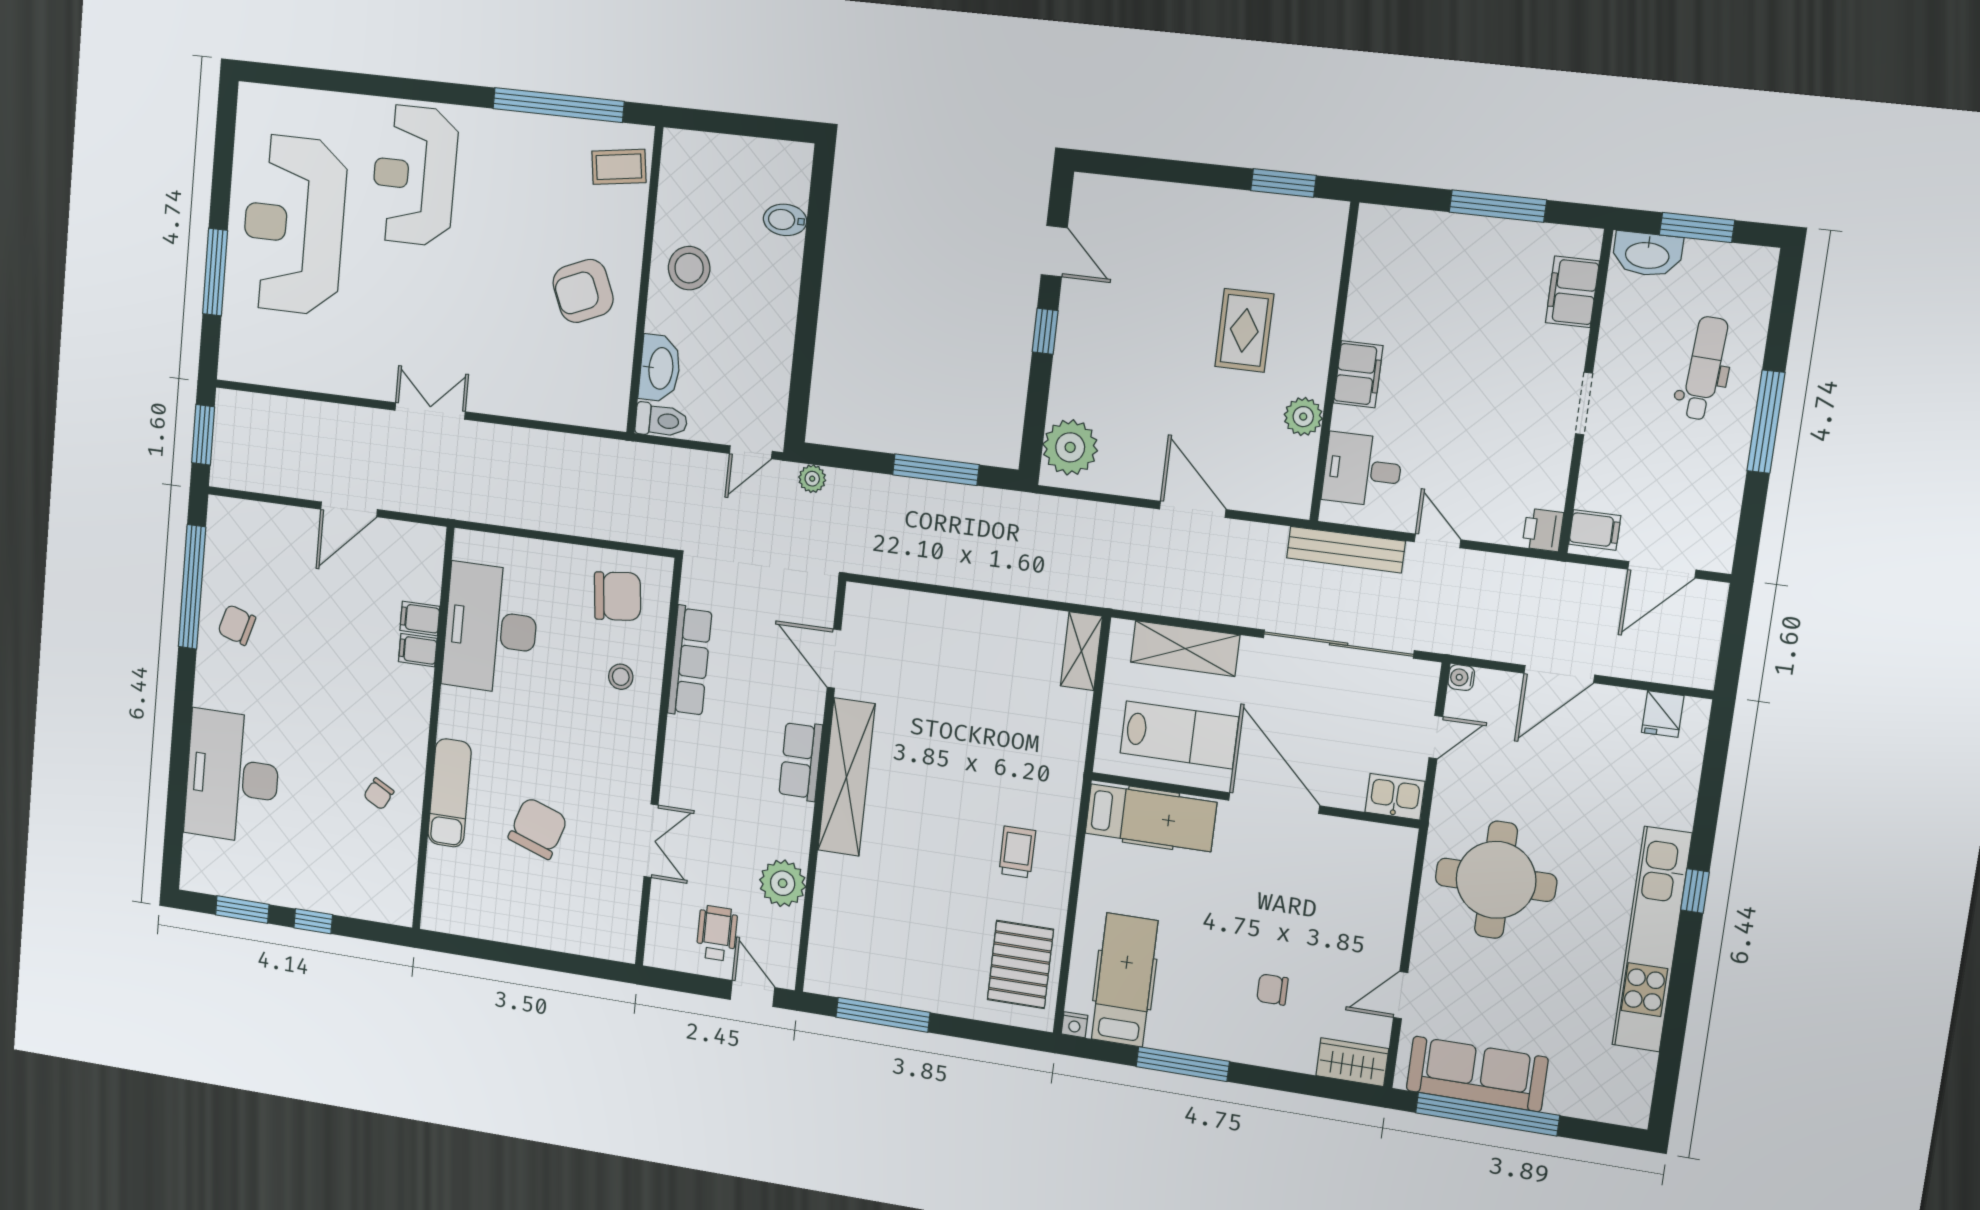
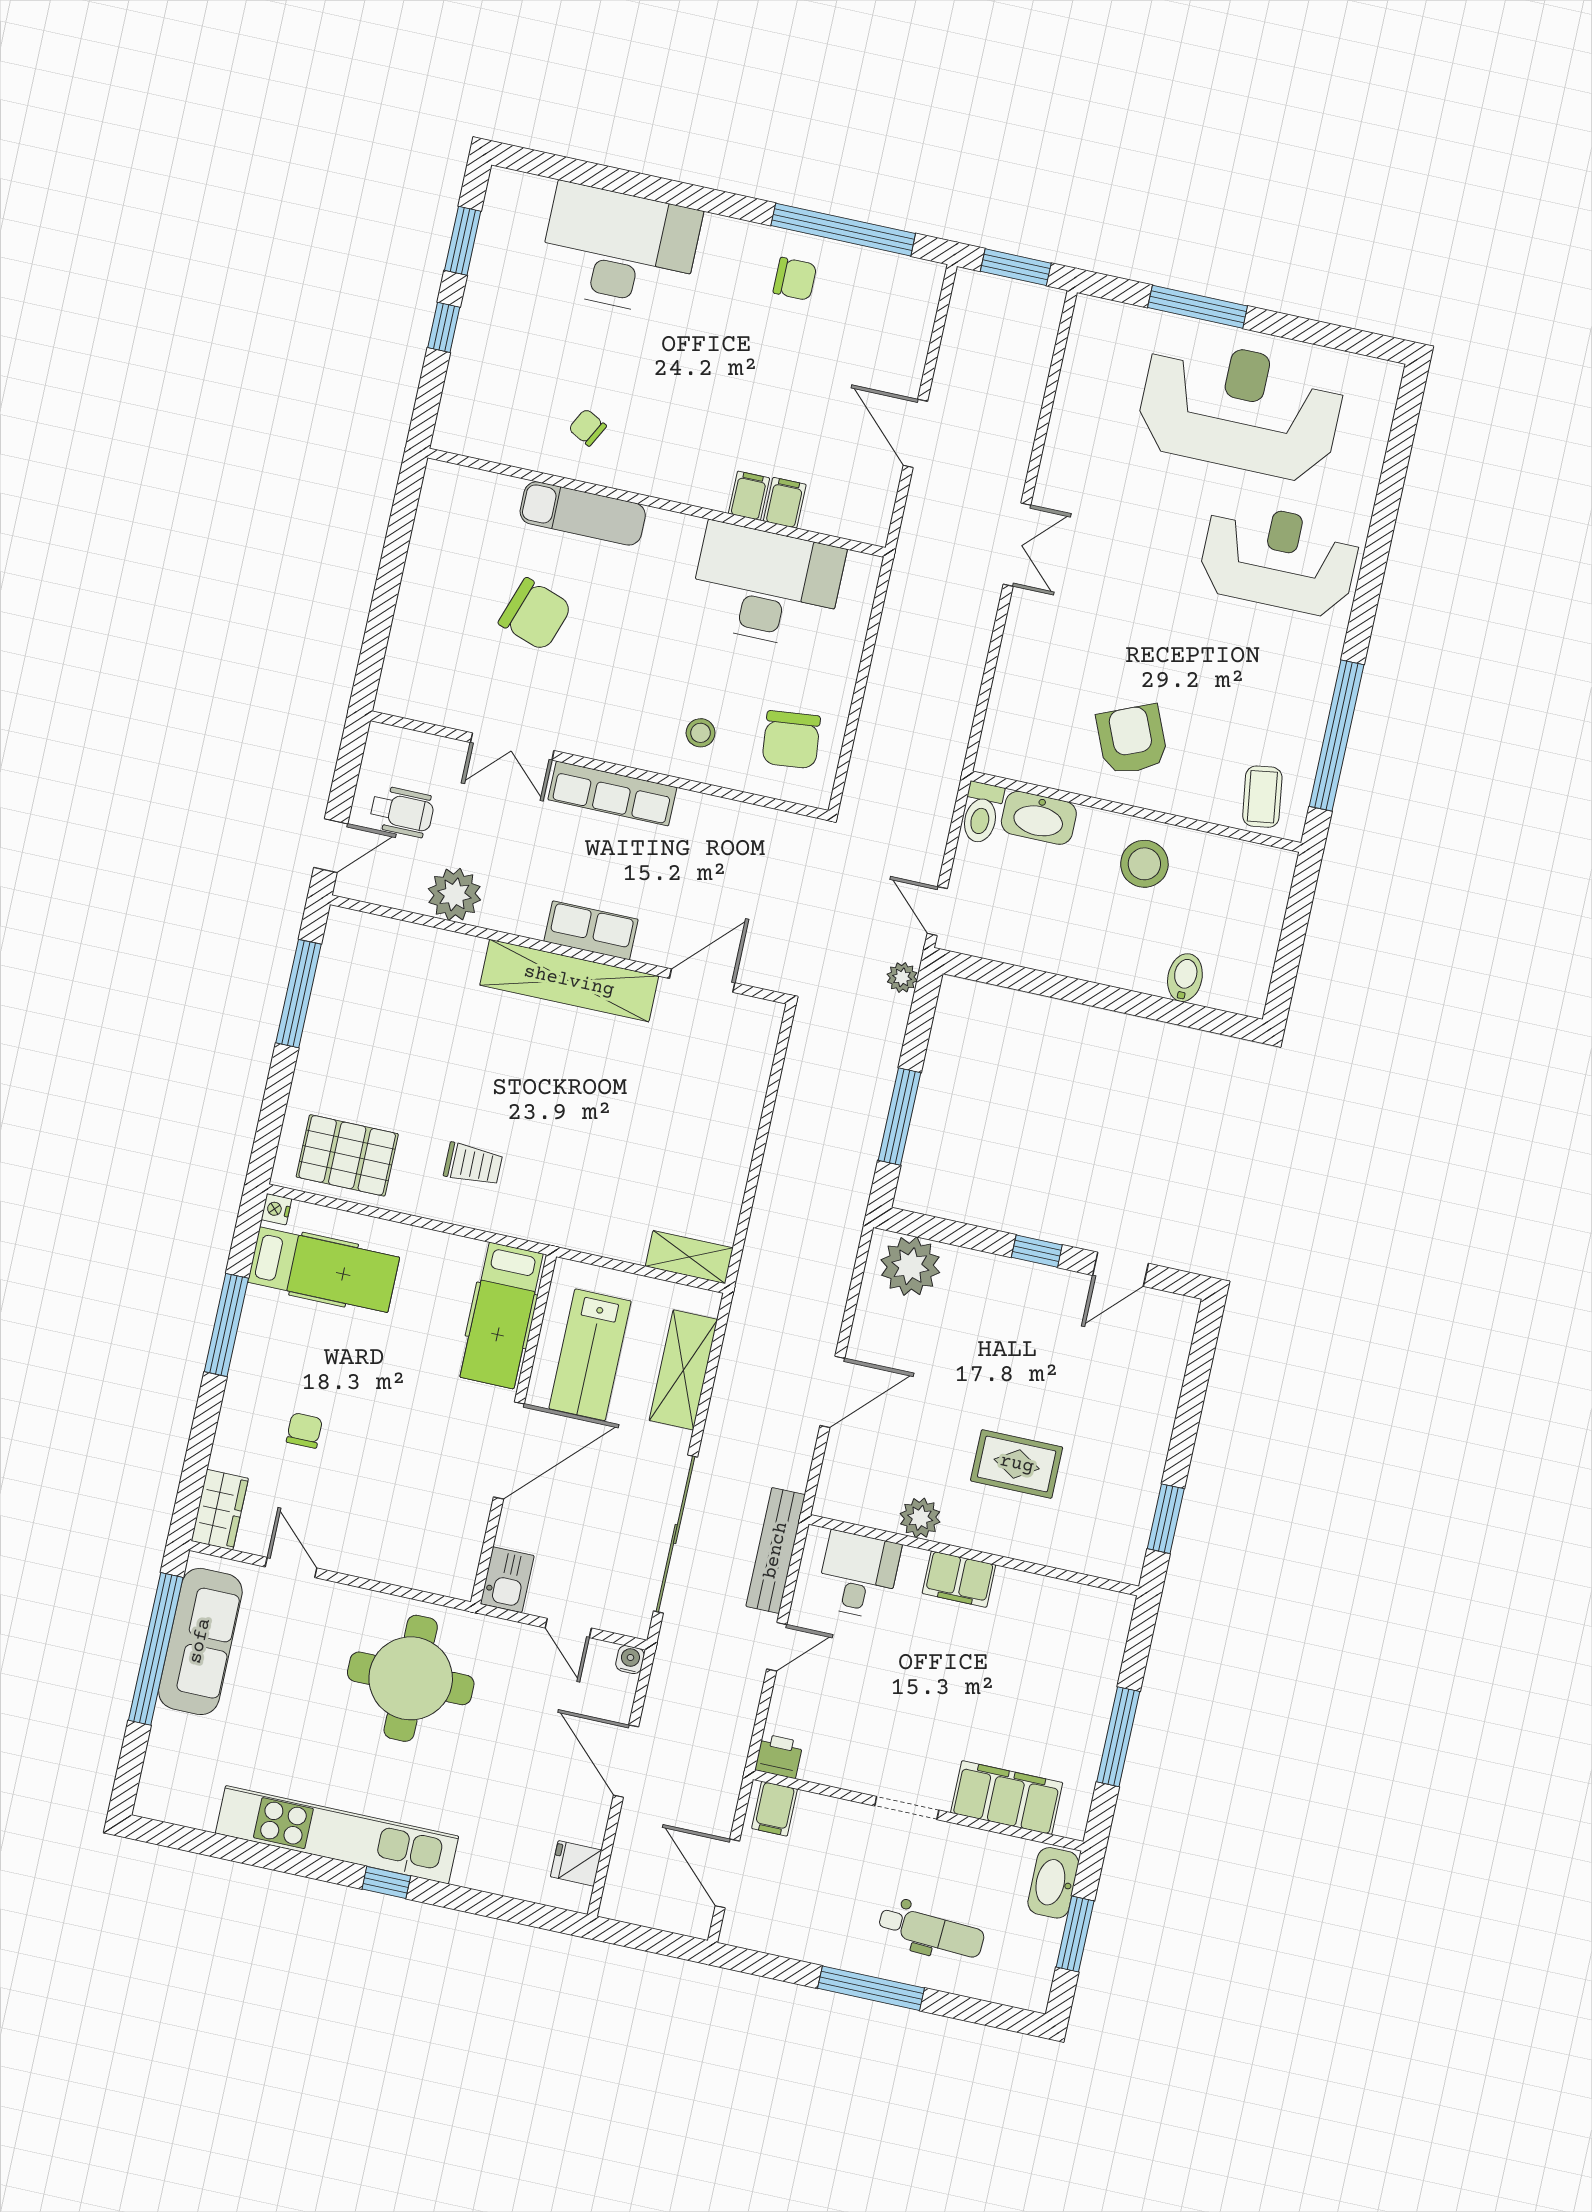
filing cabinet: (1572, 292) -> (1007, 1798), width x1.50, depth x1.17
chair: (237, 625) -> (795, 279), turned 73
row of seats: (690, 661) -> (612, 794), moved

